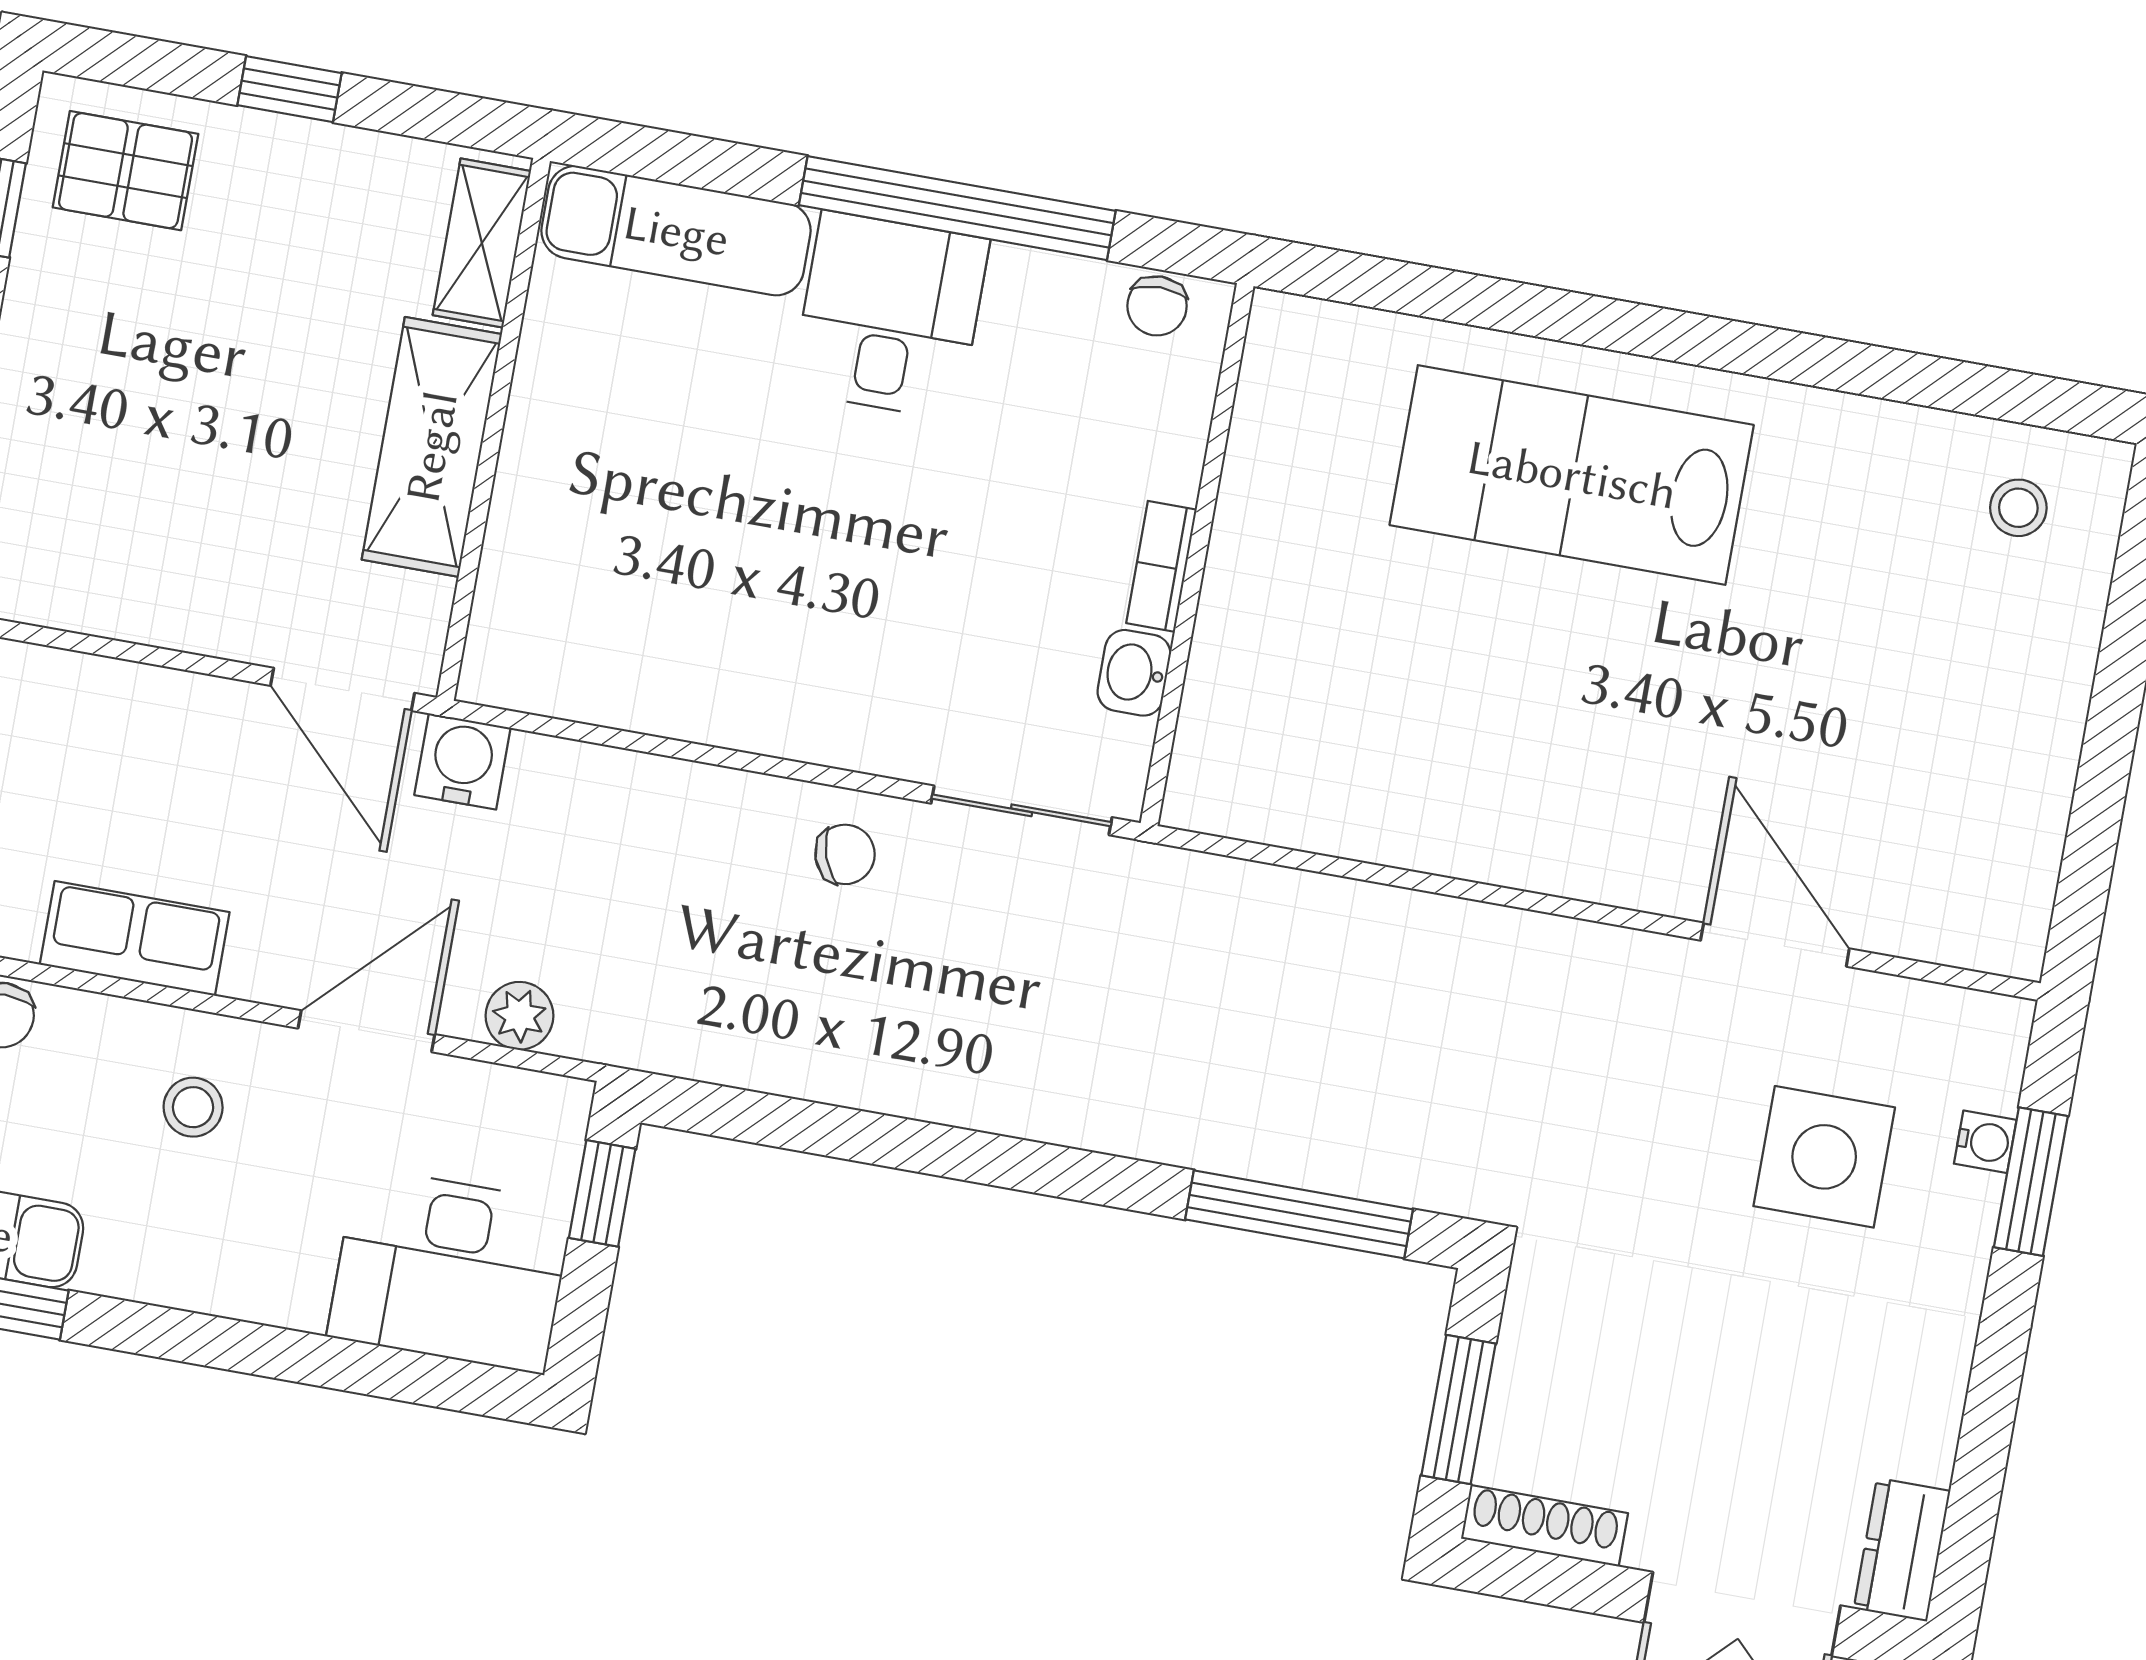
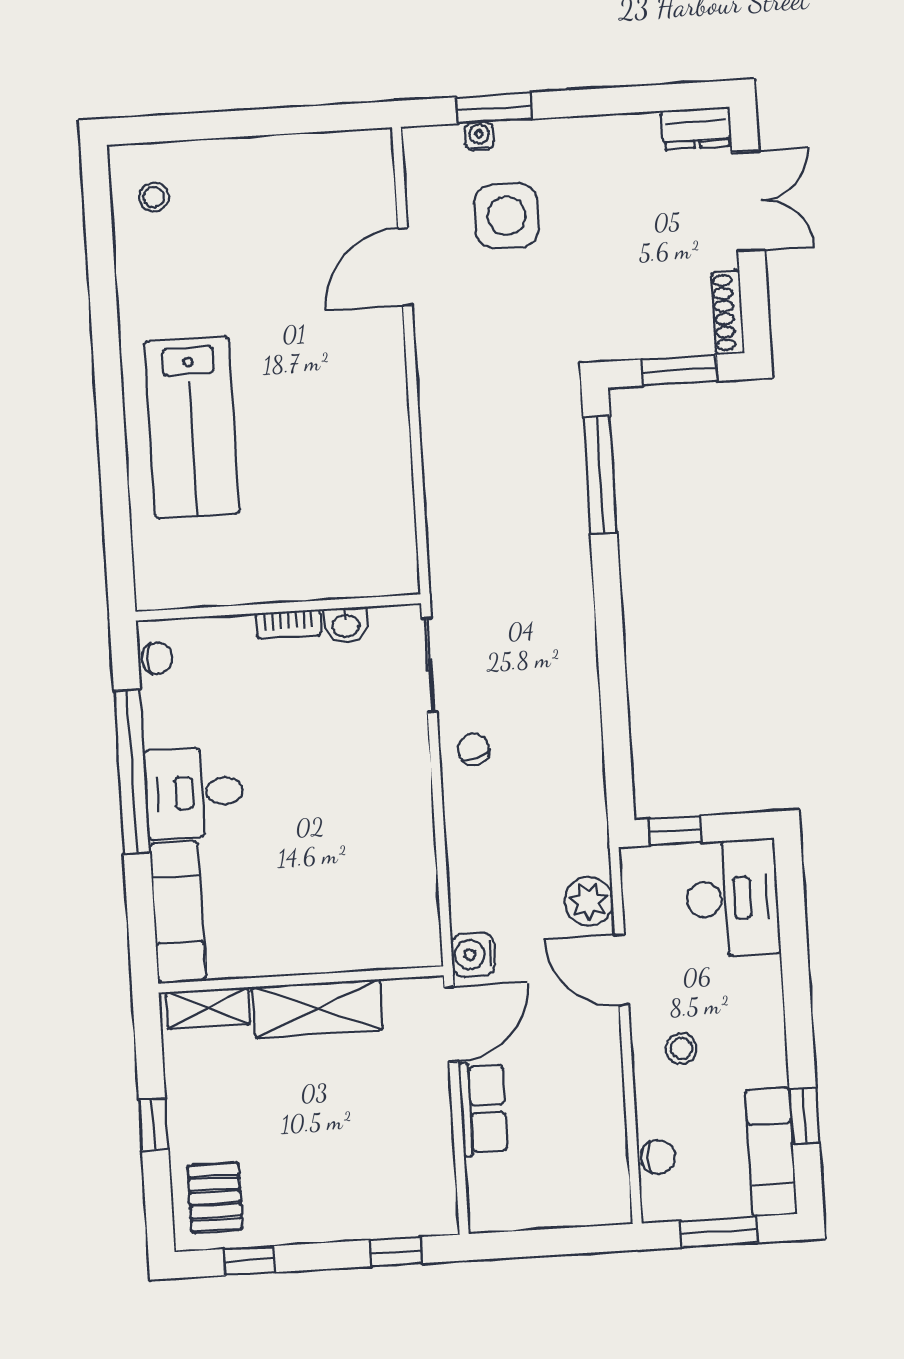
row of seats: (135, 938) -> (483, 1109), moved, turned 180
plant: (519, 1016) -> (589, 901), width x1.38, depth x1.38

